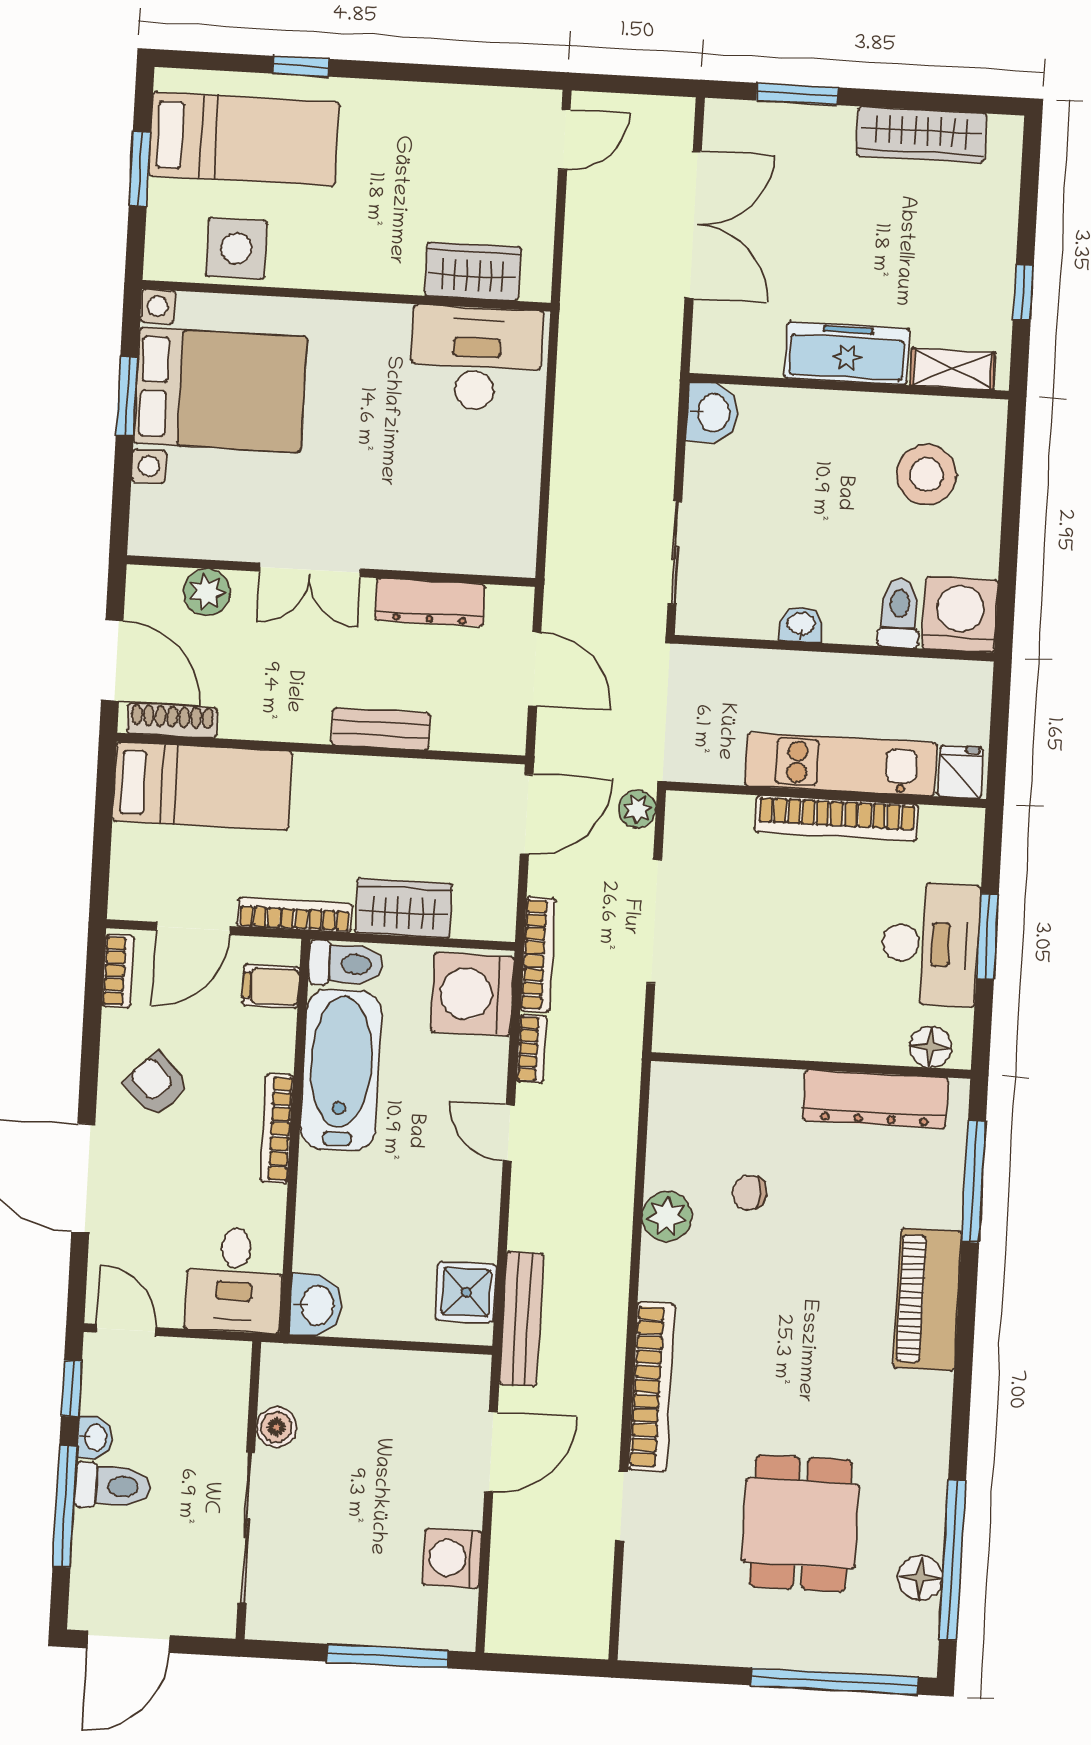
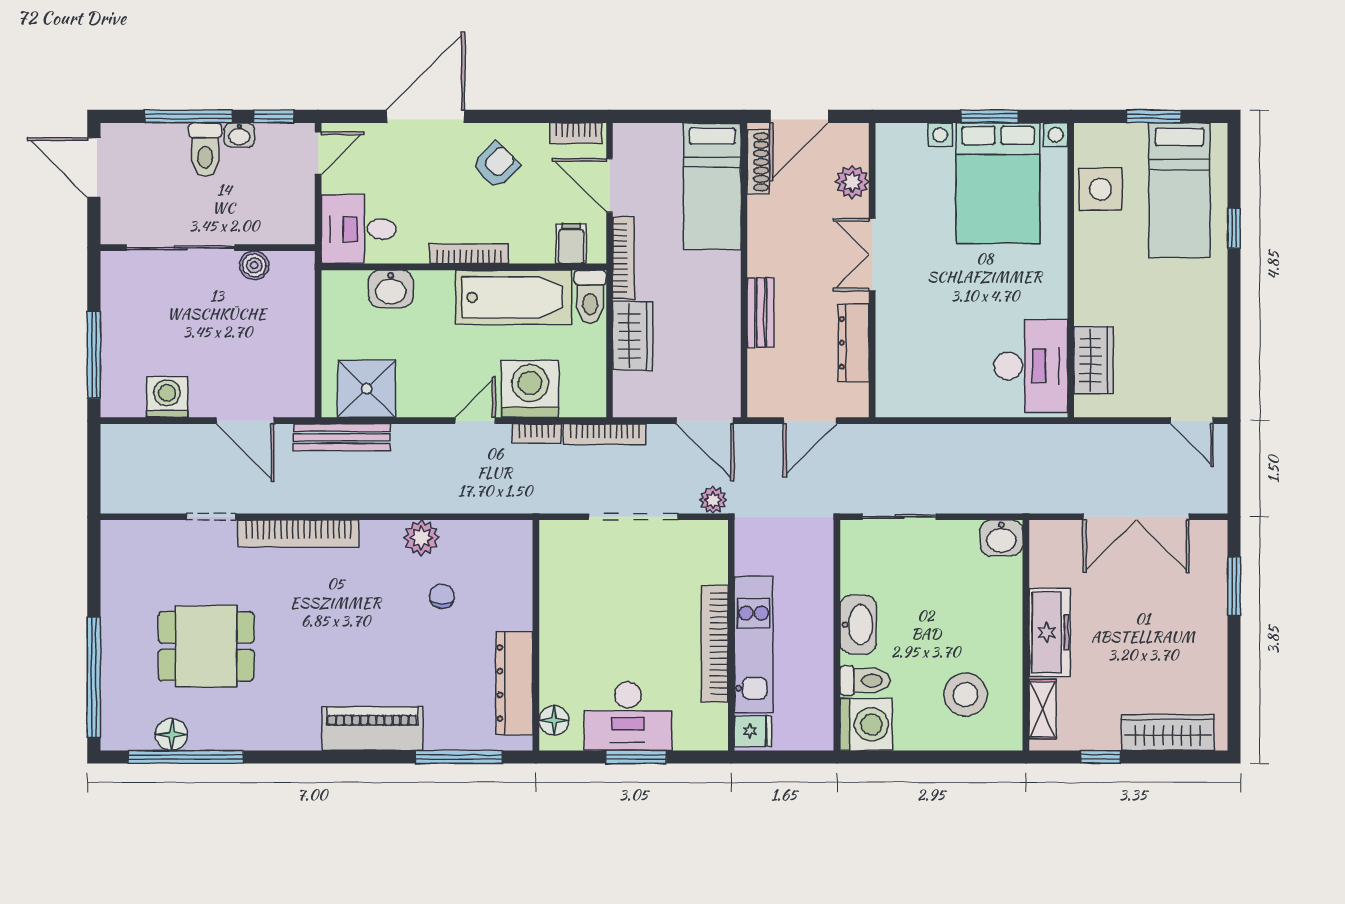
wardrobe: (921, 135) -> (1168, 733), moved, turned 90
washbasin: (801, 625) -> (858, 624), width x1.91, depth x1.45
washing machine: (472, 994) -> (530, 389), moved
shower: (466, 1292) -> (367, 389), width x1.36, depth x1.36
washbasin: (316, 1305) -> (391, 289), moved

